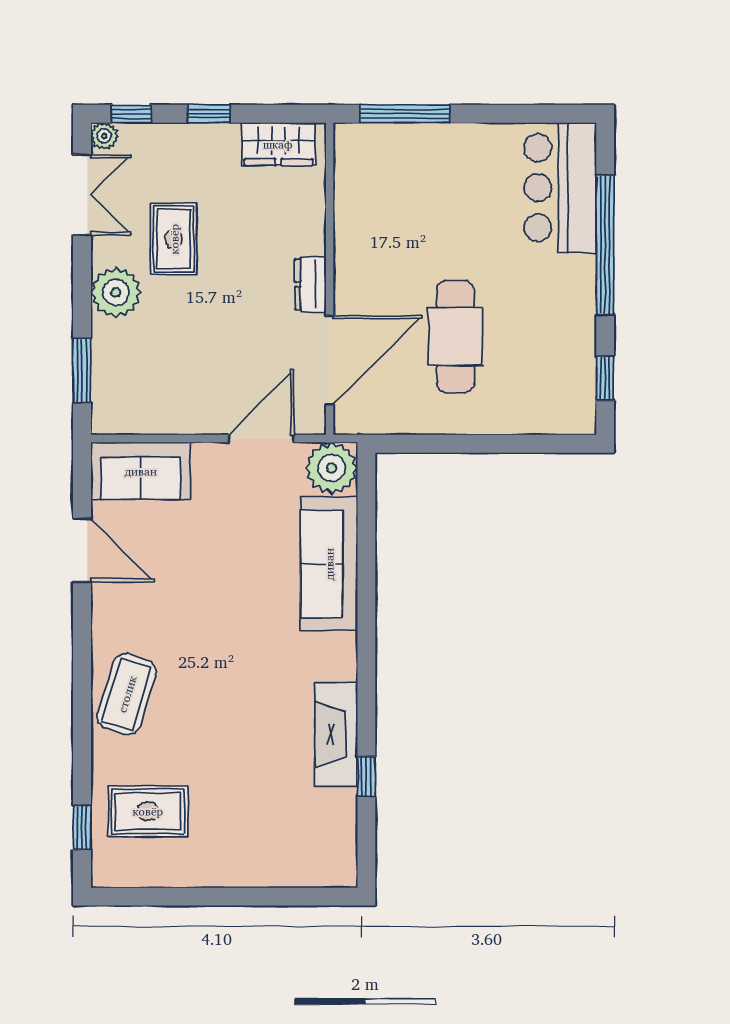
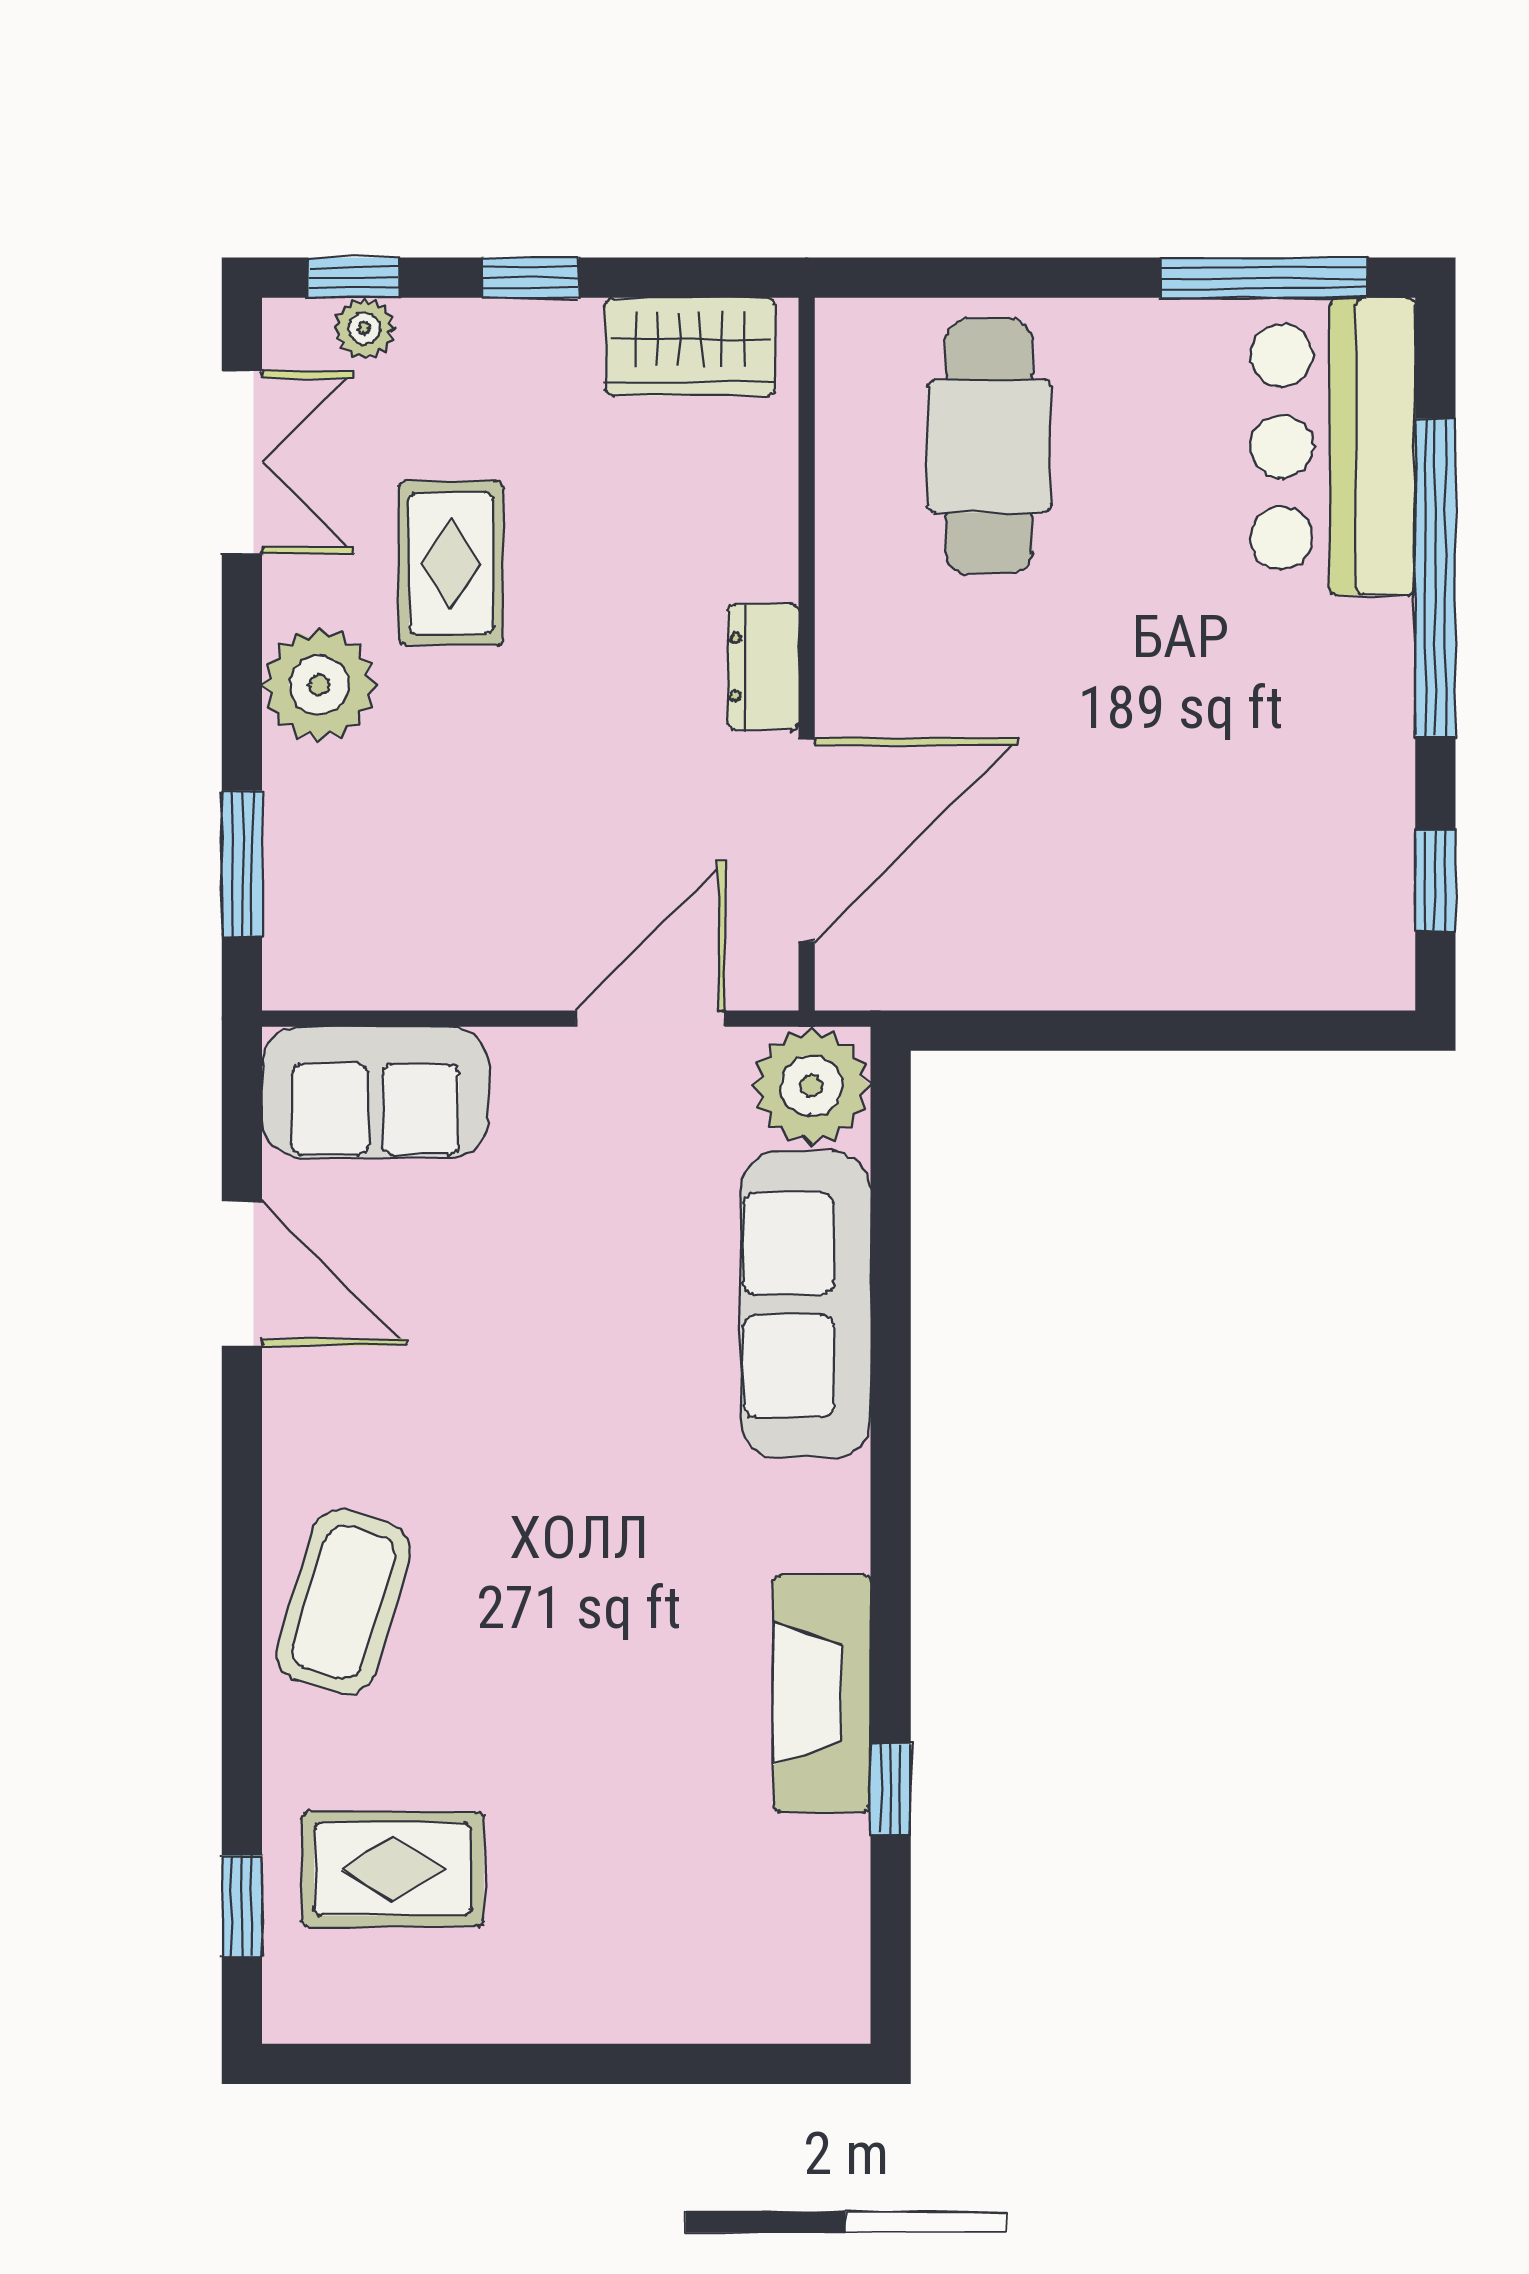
window: (405, 114) -> (1264, 278), moved
plant: (104, 136) -> (365, 328), moved
cafe table: (455, 336) -> (989, 446), moved

